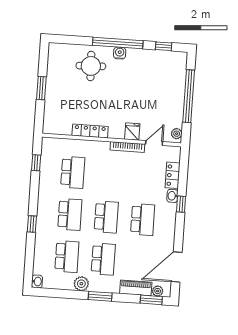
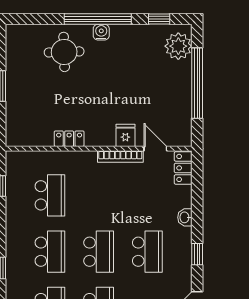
locker: (90, 131) -> (69, 139), width x0.66
plant: (177, 134) -> (178, 46), moved, width x1.88, depth x1.88
door: (154, 143) -> (155, 149), hinge flipped
locker: (173, 175) -> (183, 168), moved
window: (181, 204) -> (197, 254), moved

